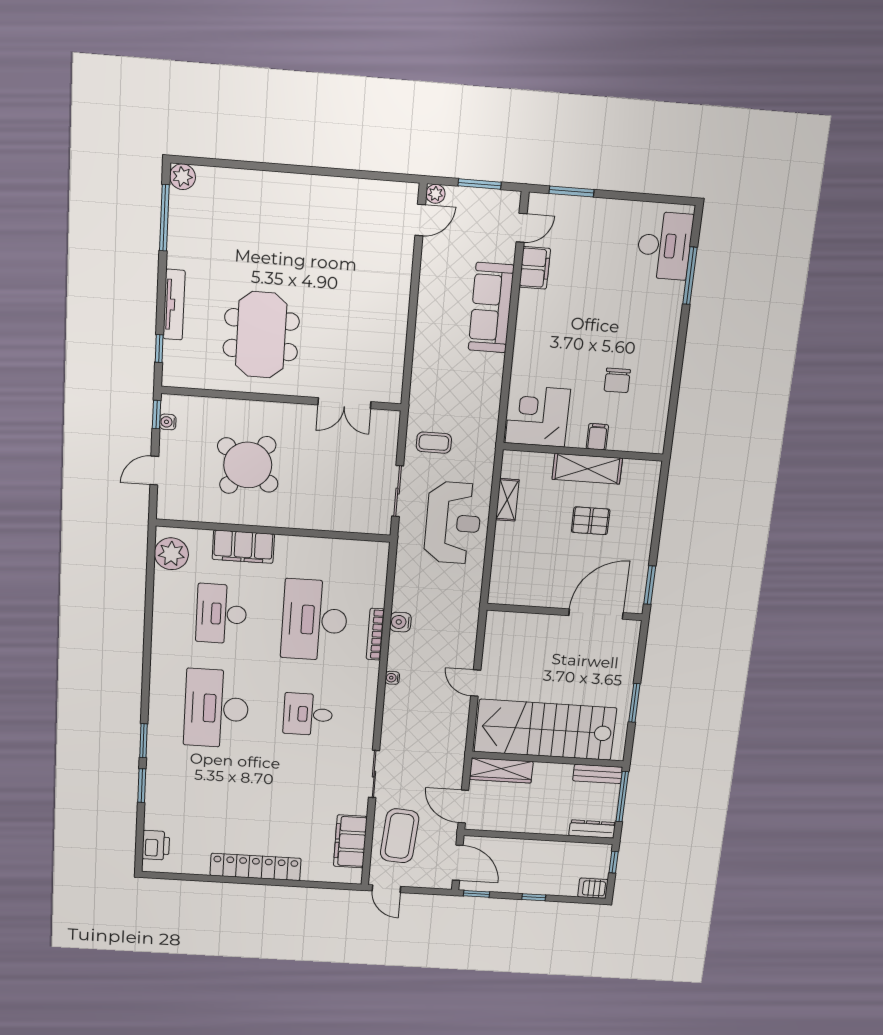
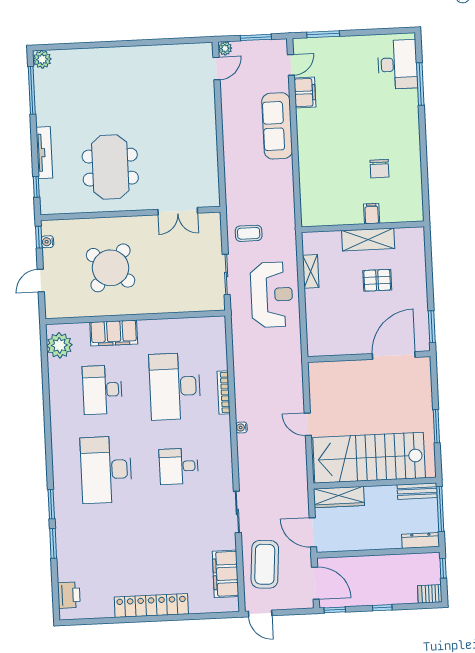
corner desk: (538, 416) -> (324, 203), removed
water cooler: (400, 622) -> (242, 380), removed

